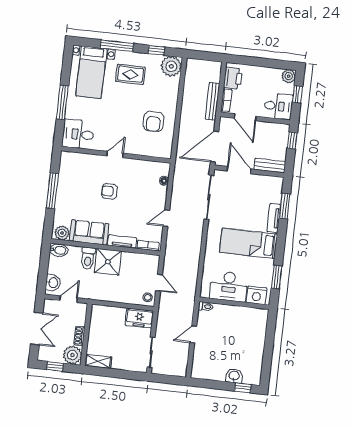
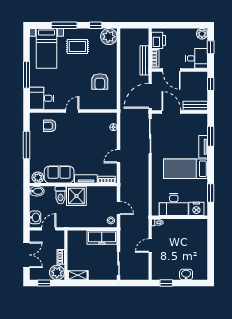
armchair: (109, 191) -> (50, 126), moved
freezer: (139, 318) -> (102, 237), width x1.40
window: (243, 388) -> (166, 283), moved

